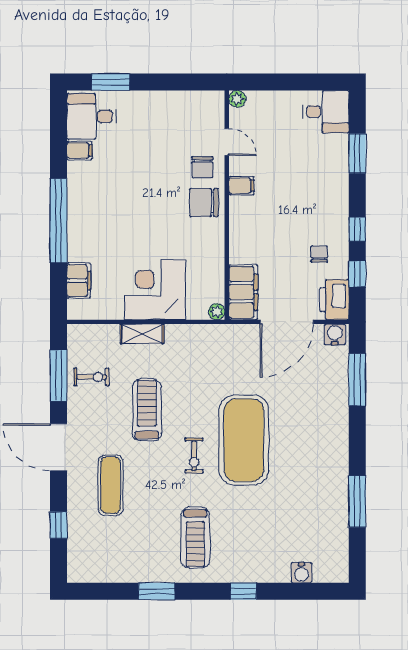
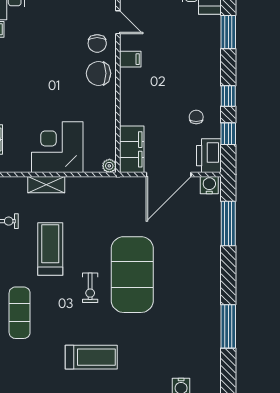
treadmill: (195, 538) -> (91, 357), turned -90

